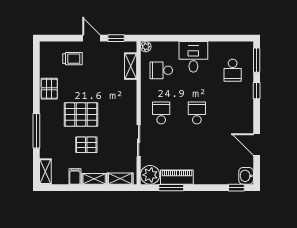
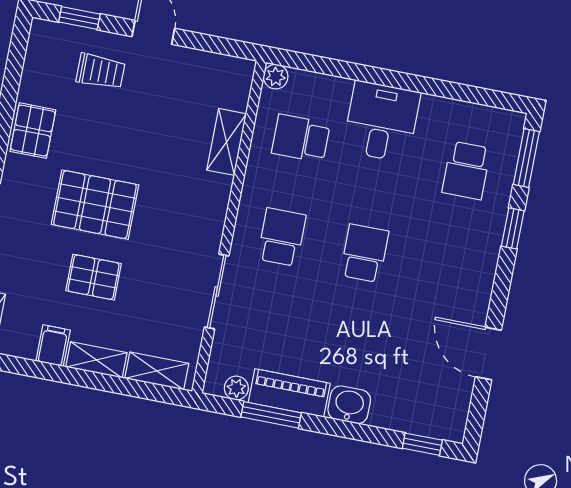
window: (116, 38) -> (79, 18), moved
shelving: (131, 66) -> (227, 142), moved
plant: (150, 175) -> (236, 388), width x0.53, depth x0.53
washbasin: (246, 176) -> (349, 405), moved, turned 90

